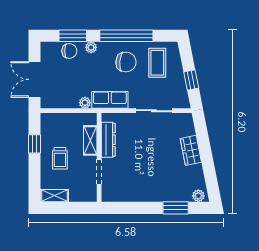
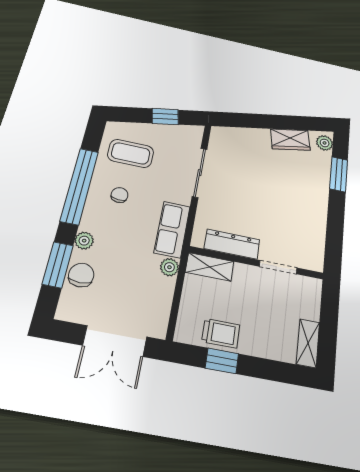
chair: (126, 62) -> (119, 195), width x0.54, depth x0.54
shelving: (90, 140) -> (210, 267), moved
wardrobe: (191, 150) -> (290, 140), moved
trolley: (60, 158) -> (221, 333), moved

